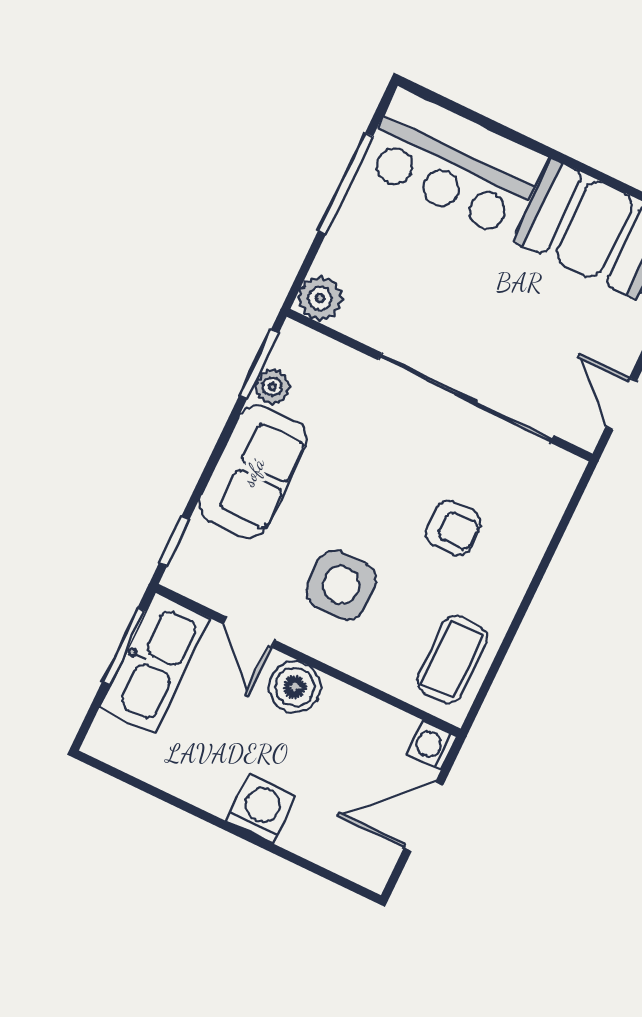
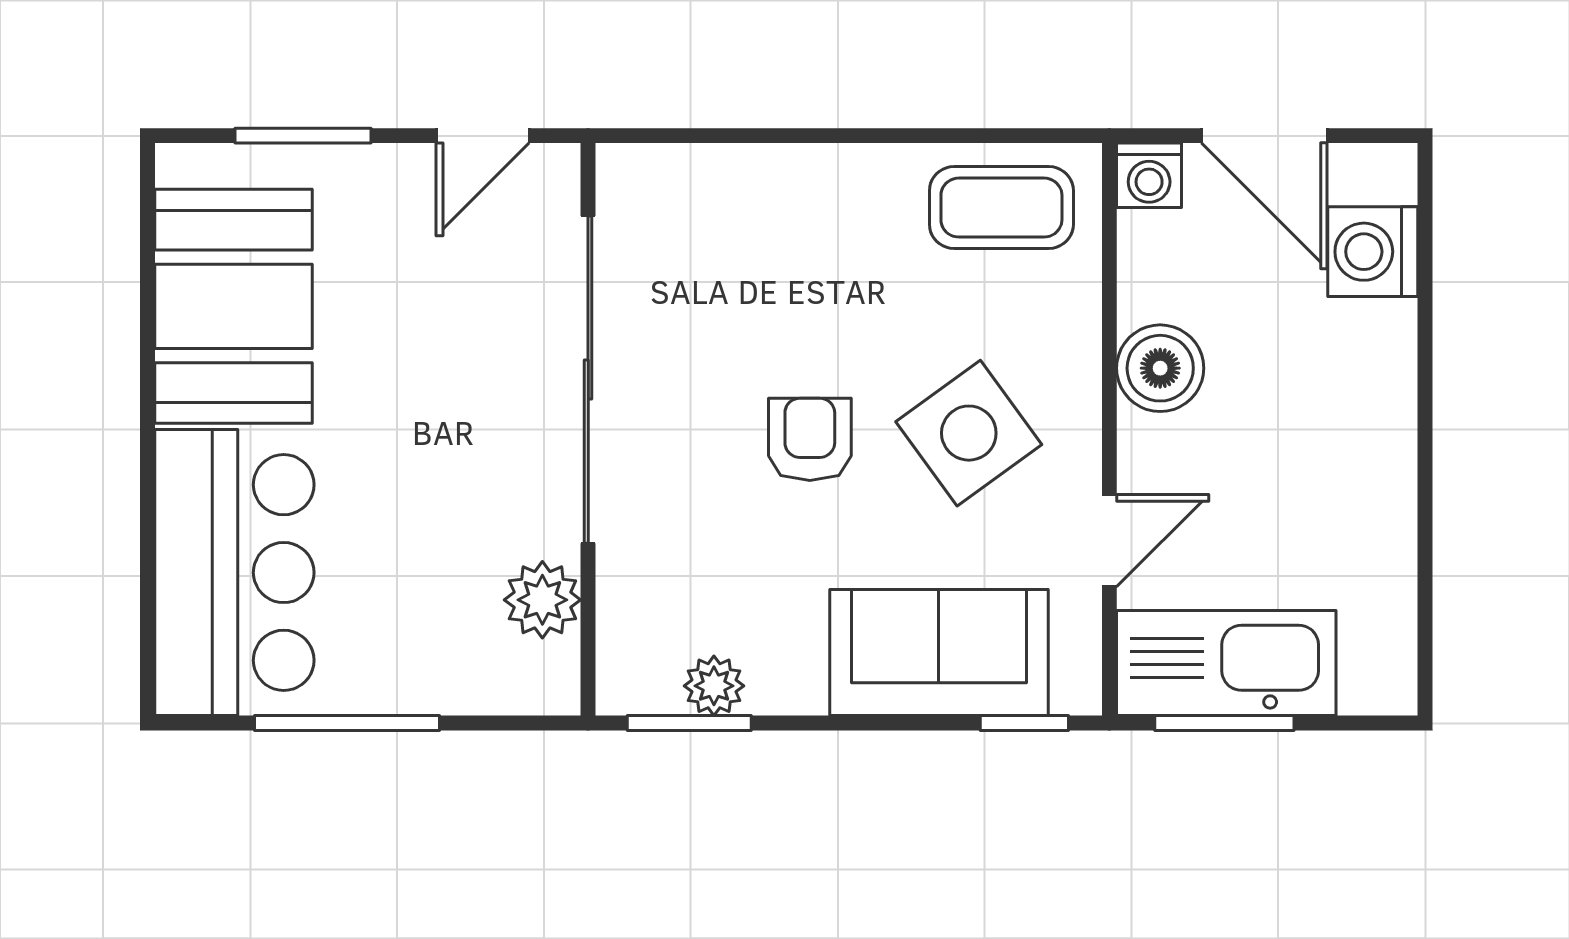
plant: (320, 298) -> (542, 600), moved
sofa: (253, 472) -> (939, 653), moved
armchair: (453, 528) -> (810, 439), moved
side table: (341, 585) -> (969, 433), turned -36
boiler: (295, 687) -> (1160, 368), moved
washing machine: (261, 809) -> (1373, 252), moved

